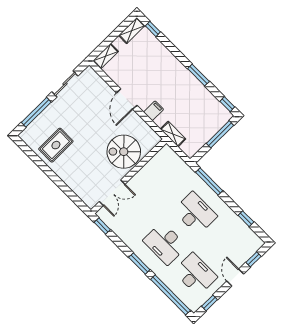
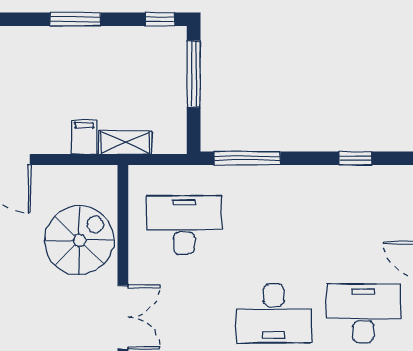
filing cabinet: (154, 111) -> (84, 137), moved
spiral stairs: (124, 152) -> (79, 240), turned 180
desk: (195, 213) -> (184, 225), moved

